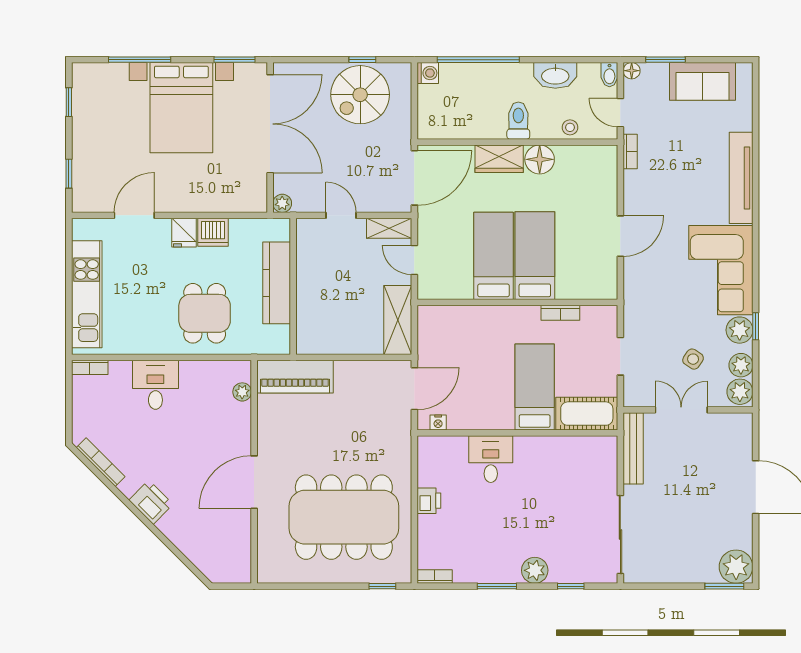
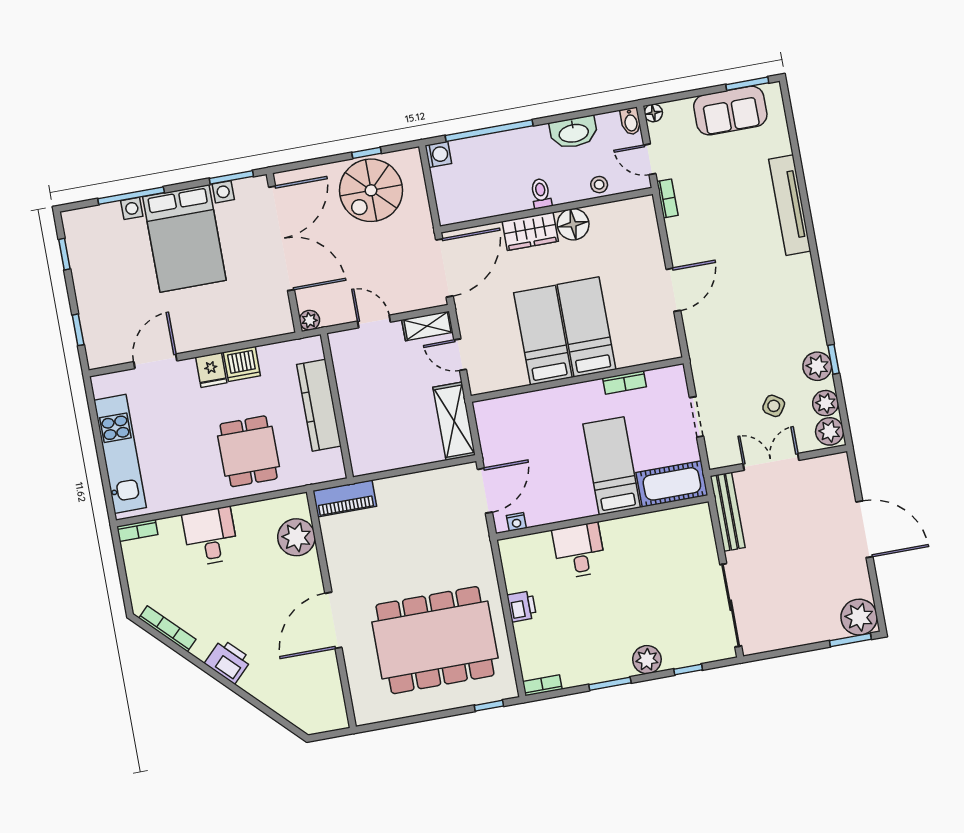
window: (665, 60) -> (747, 84), moved
toilet: (518, 121) -> (541, 193), width x0.73, depth x0.72
corner sofa: (721, 270) -> (786, 307), removed
piano: (295, 377) -> (345, 498), width x0.73, depth x0.75
plant: (242, 392) -> (296, 537), width x1.88, depth x1.88

